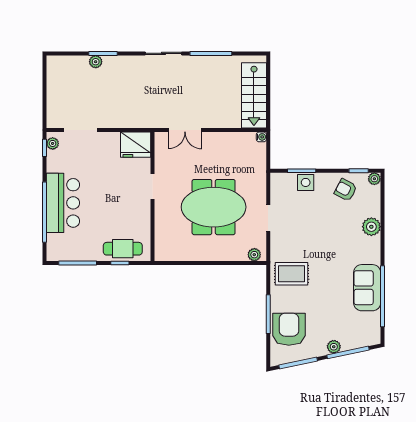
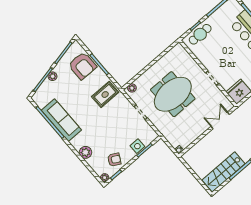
stairs: (254, 95) -> (224, 172), moved, turned -90
sofa: (367, 288) -> (61, 120), width x1.36

